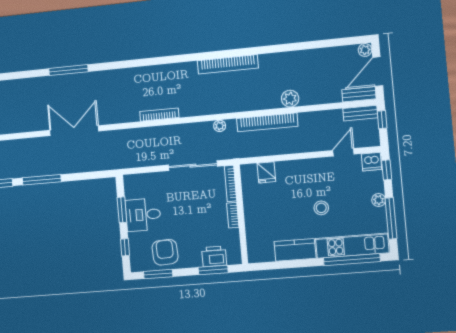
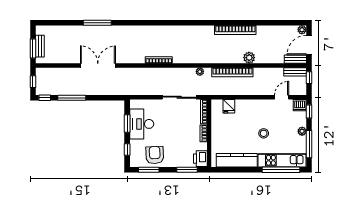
bookcase: (228, 64) -> (235, 30), moved
desk: (143, 215) -> (142, 124), width x1.37
kitchen counter: (295, 250) -> (237, 160), width x1.50
printer: (214, 256) -> (200, 159), moved, turned -90

